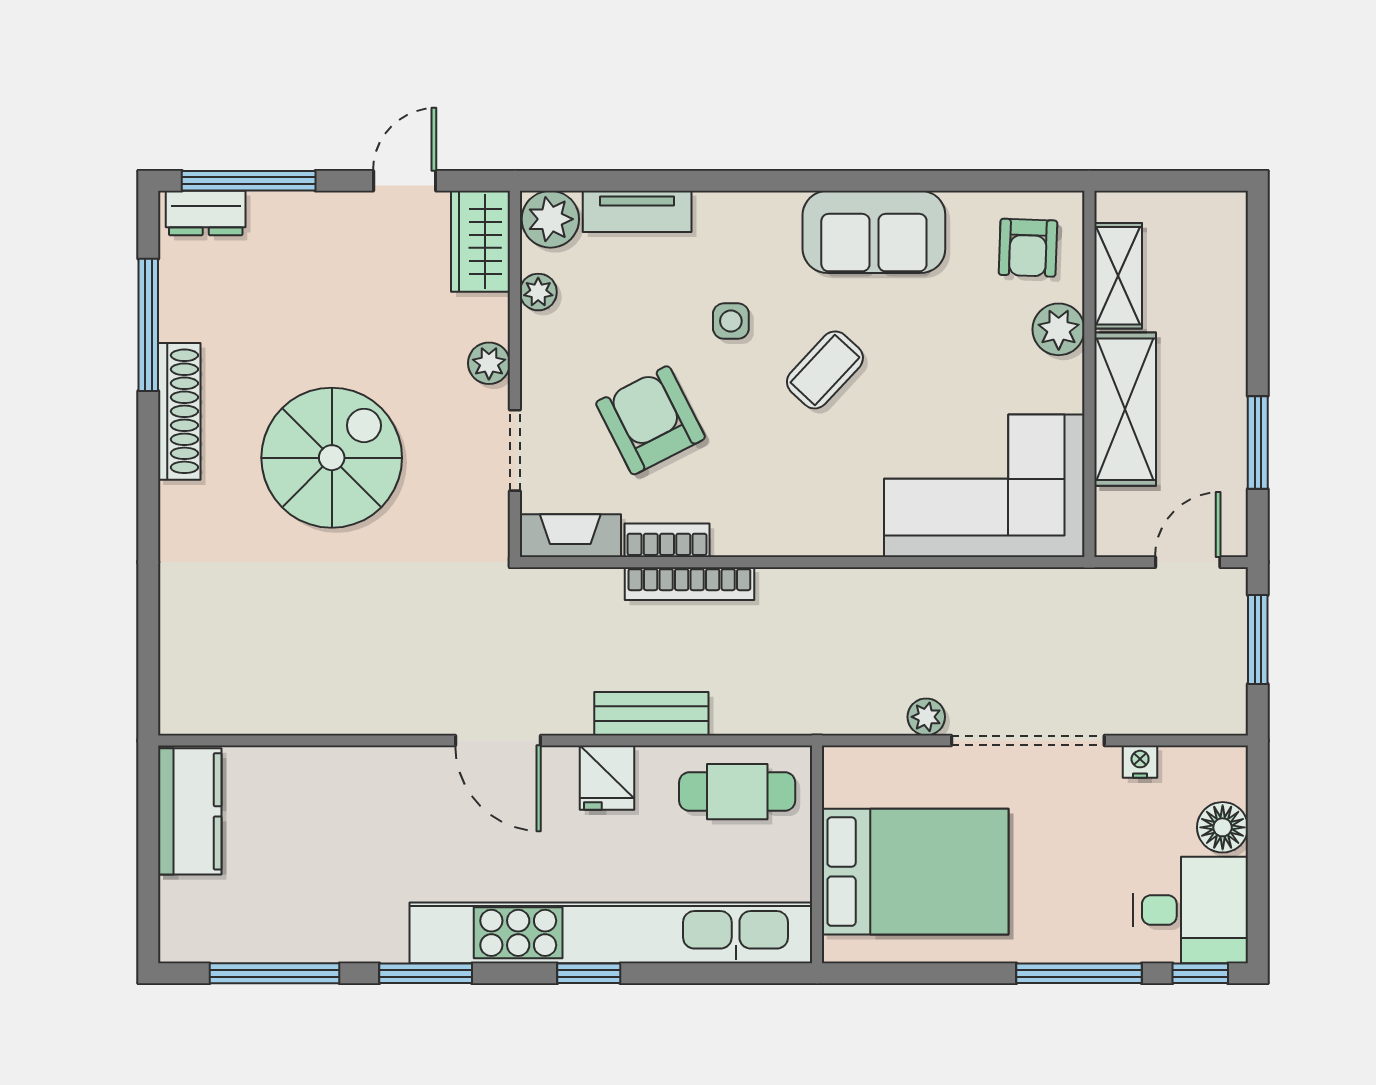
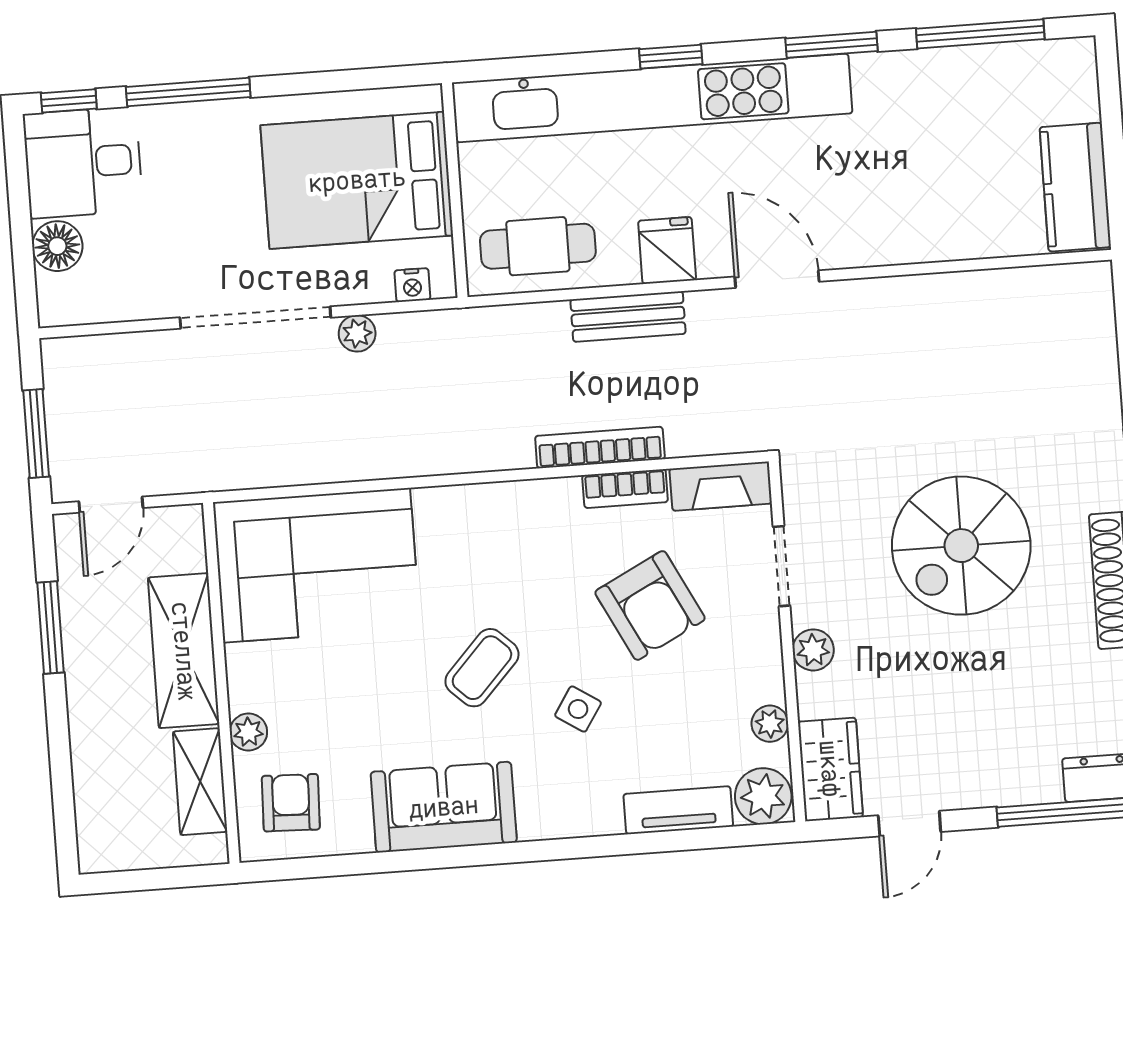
side table: (731, 321) -> (578, 709), turned 33
plant: (1059, 329) -> (248, 732), width x0.73, depth x0.73
nightstand: (1140, 762) -> (412, 285), moved

